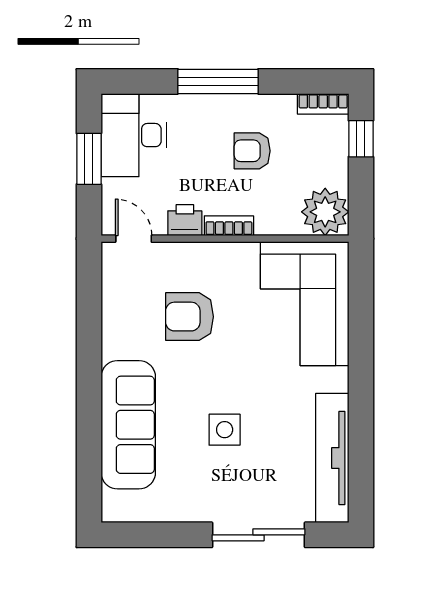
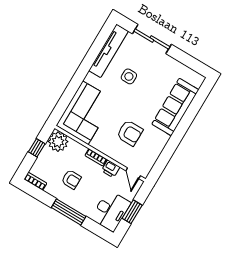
window: (361, 139) -> (37, 148), moved
side table: (225, 430) -> (129, 76), moved

